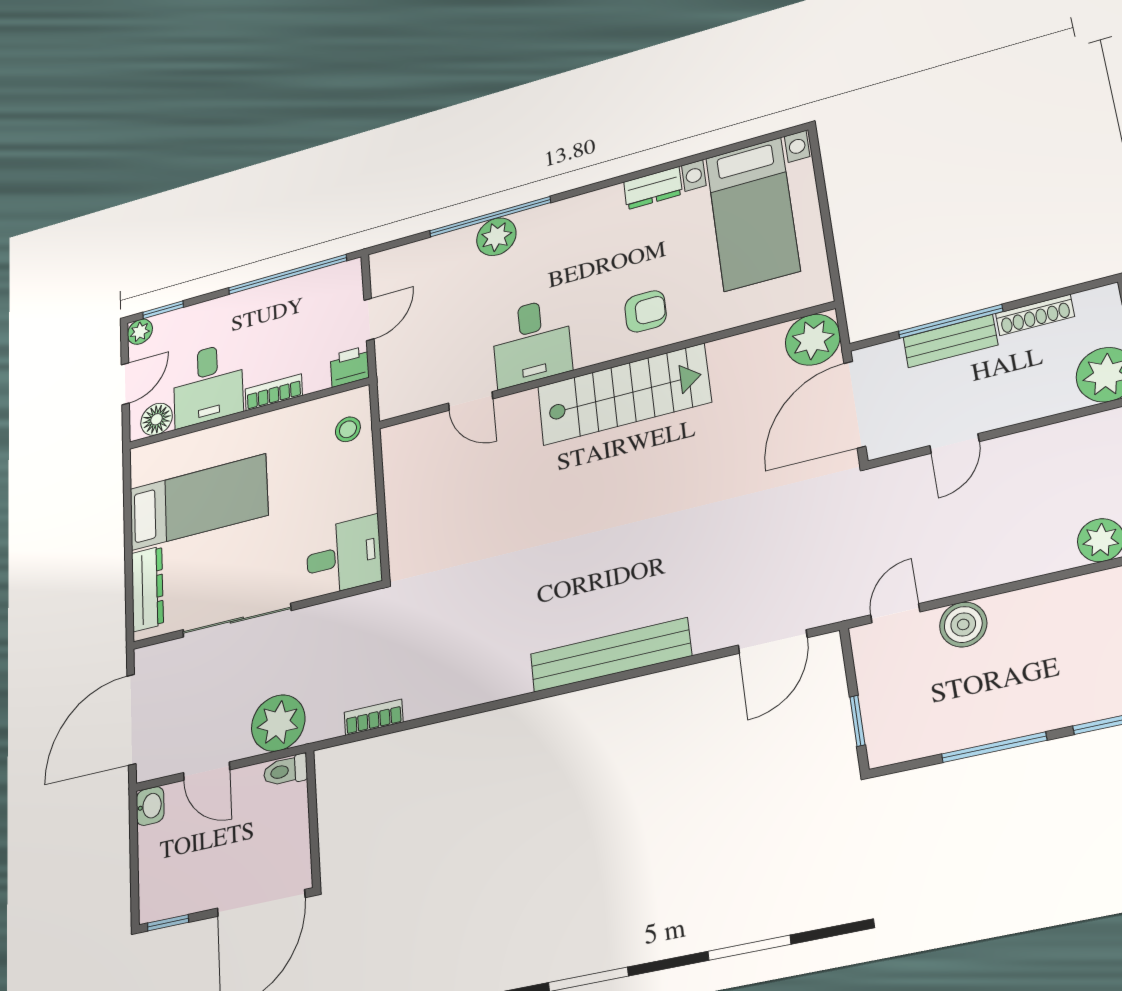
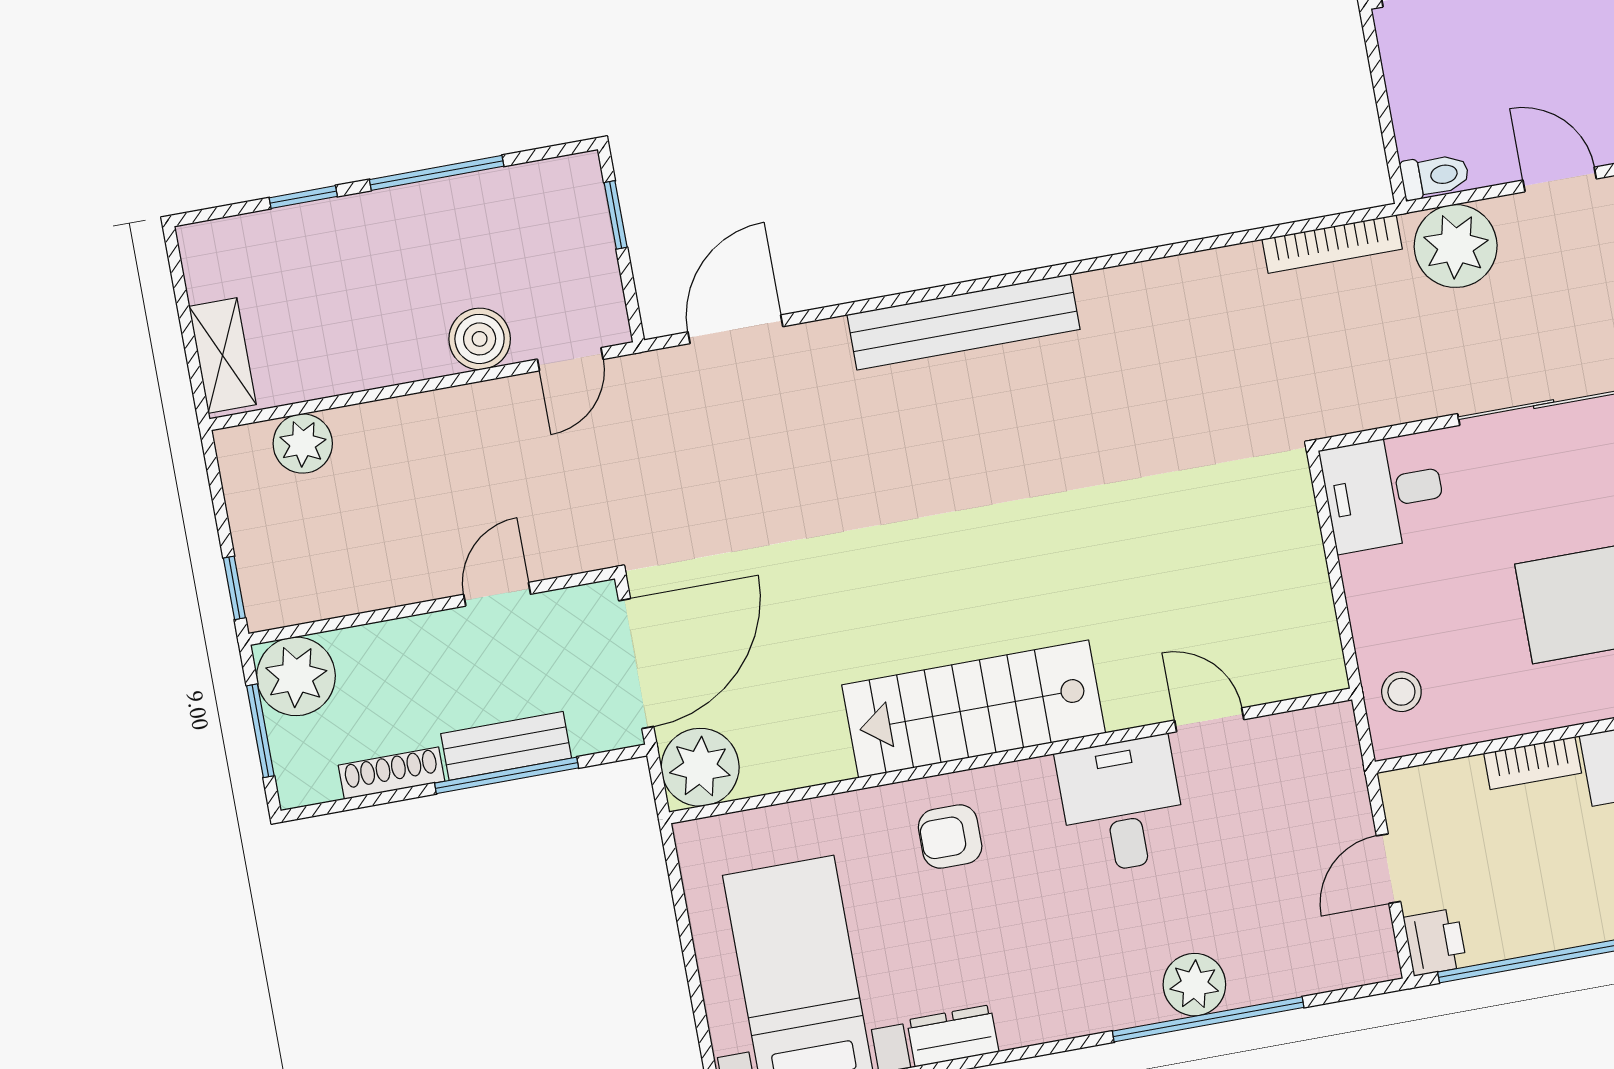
printer: (350, 366) -> (1435, 942), moved, turned -90
bookcase: (374, 717) -> (1332, 244), width x1.56

